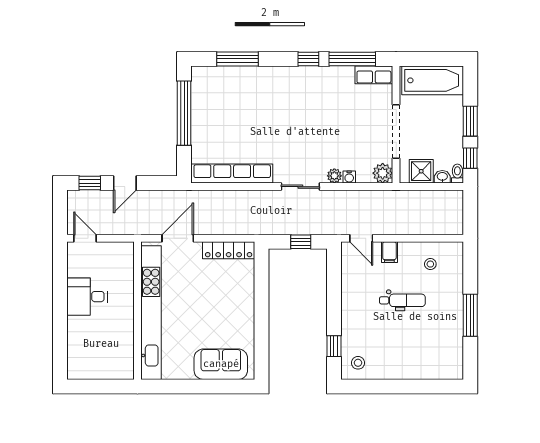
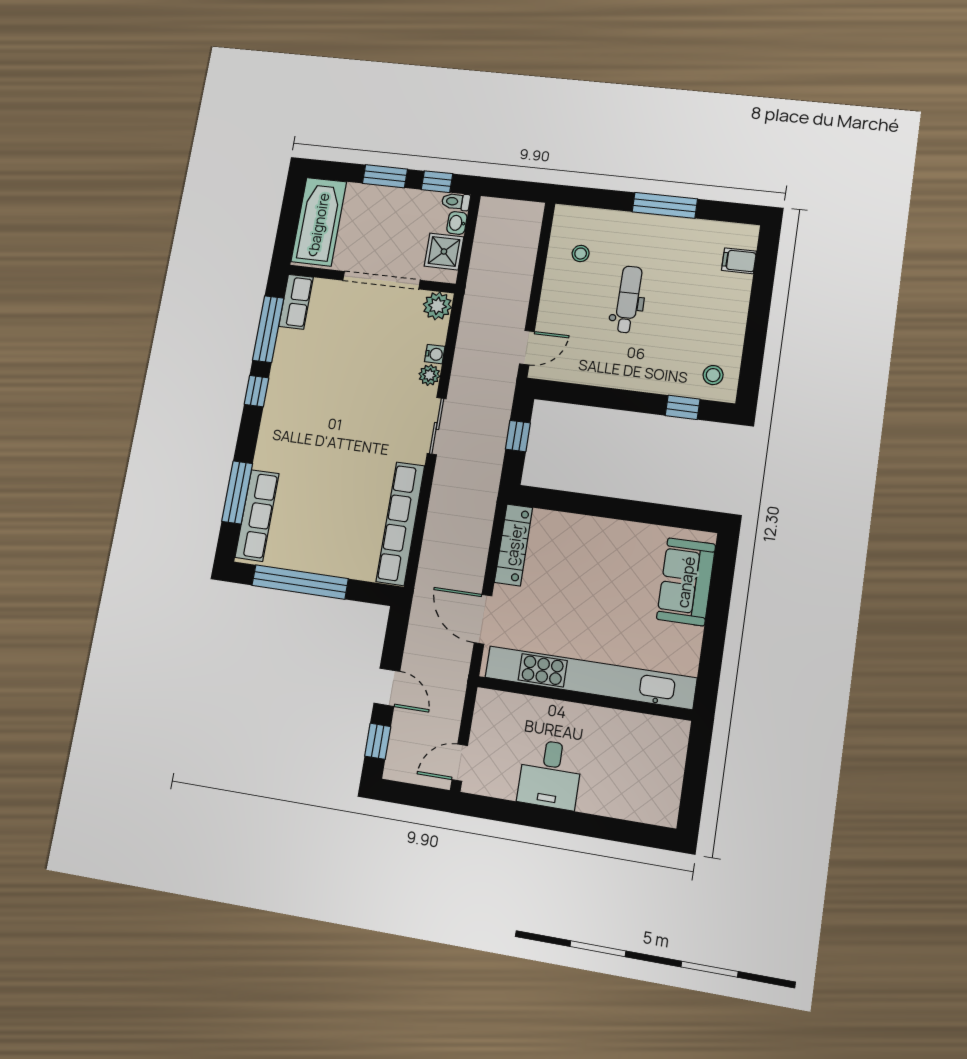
row of seats: (224, 76) -> (257, 515), added
filing cabinet: (389, 252) -> (739, 261), moved, turned 180

